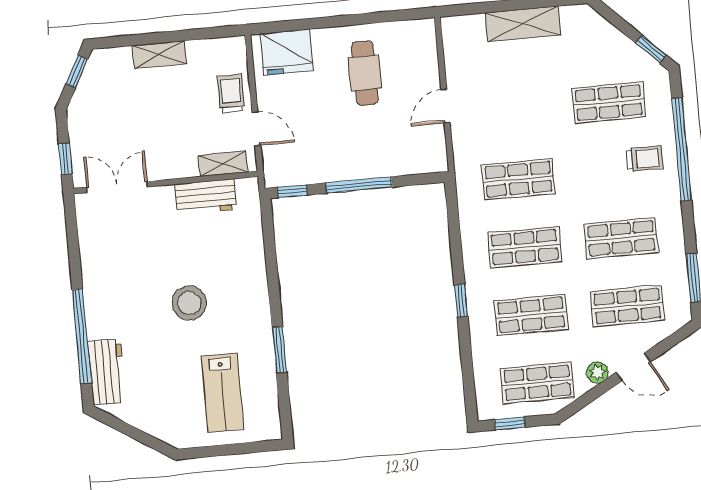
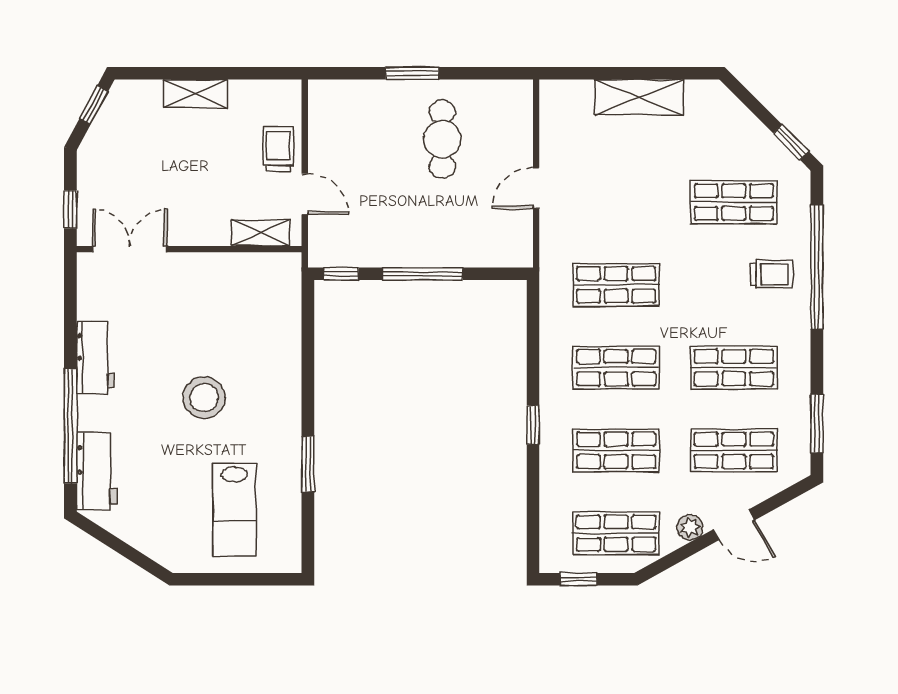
window: (335, 21) -> (412, 73), added
fridge: (287, 52) -> (350, 105), removed
workbench: (206, 197) -> (95, 358), moved, turned -90

